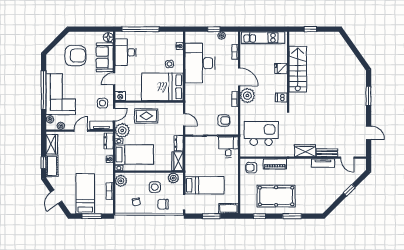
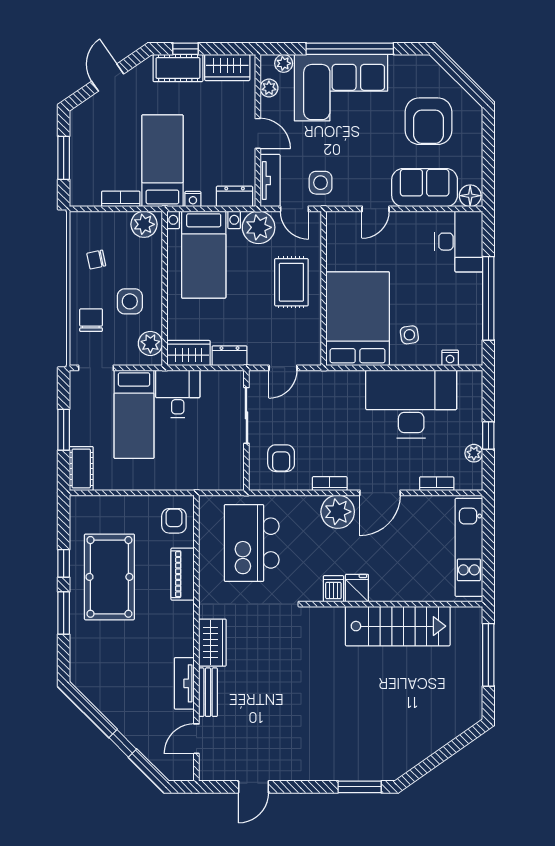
window: (141, 29) -> (488, 298), moved
window: (310, 29) -> (488, 655), width x2.17
desk: (126, 52) -> (459, 242), moved, turned 90
fridge: (281, 68) -> (357, 588), moved
door: (114, 79) -> (376, 209), swing flipped
nightstand: (120, 96) -> (337, 223), removed
window: (369, 96) -> (360, 787), moved
kitchen island: (261, 133) -> (252, 543), turned 180
desk: (228, 147) -> (178, 394), moved, turned -90
bed: (85, 194) -> (162, 161), moved, turned -90
door: (56, 197) -> (108, 78), hinge flipped
window: (260, 216) -> (64, 563), moved

